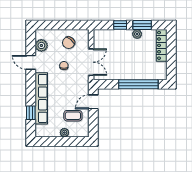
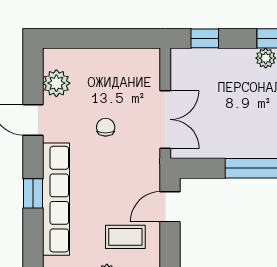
window: (120, 25) -> (205, 38), moved
chair: (69, 43) -> (116, 77), removed
window: (31, 113) -> (33, 193), moved

